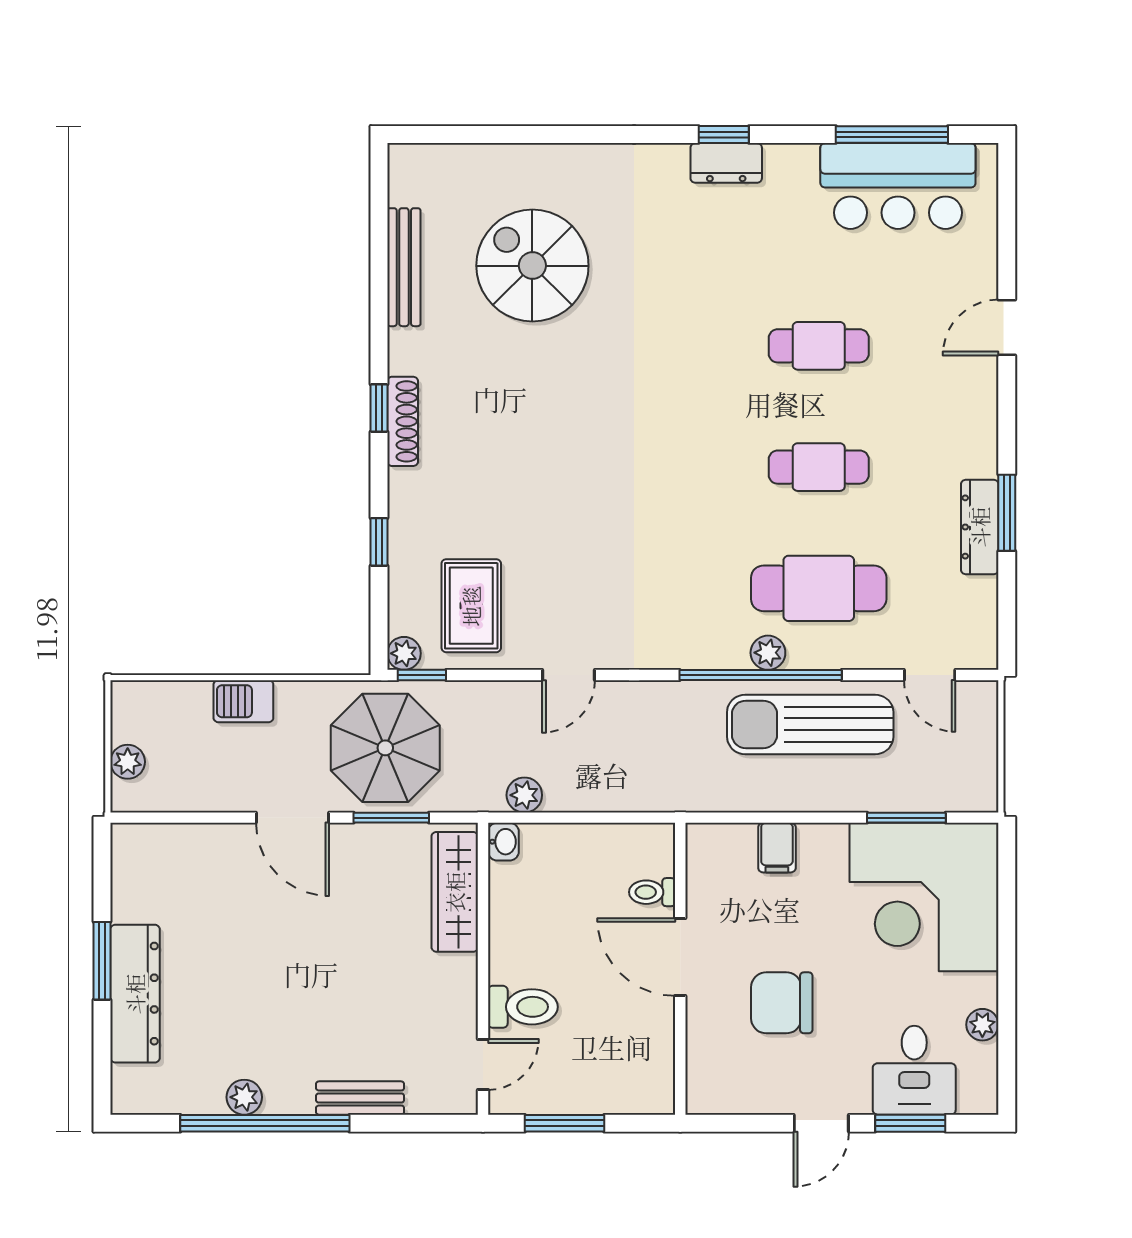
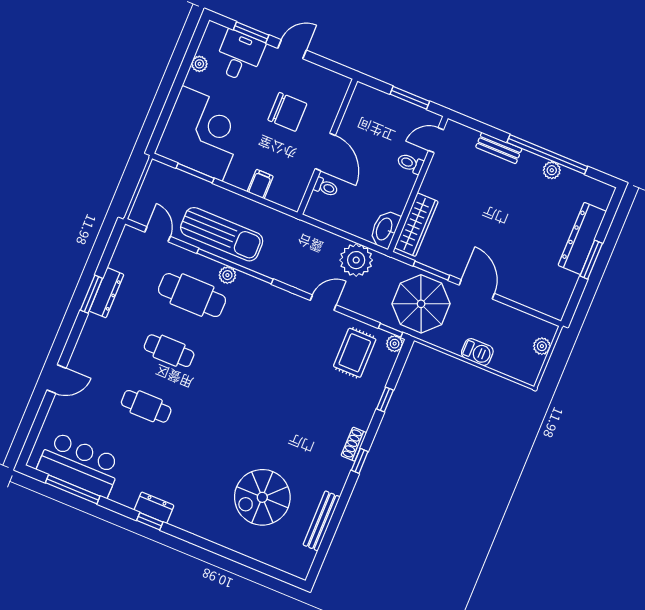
spiral stairs: (532, 266) -> (262, 497), turned 90
shoe rack: (403, 421) -> (354, 444), width x0.70
plant: (524, 795) -> (356, 260), width x1.87, depth x1.87
washbasin: (503, 842) -> (385, 229), width x1.91, depth x1.45
toilet: (523, 1007) -> (410, 163), width x0.73, depth x0.72

